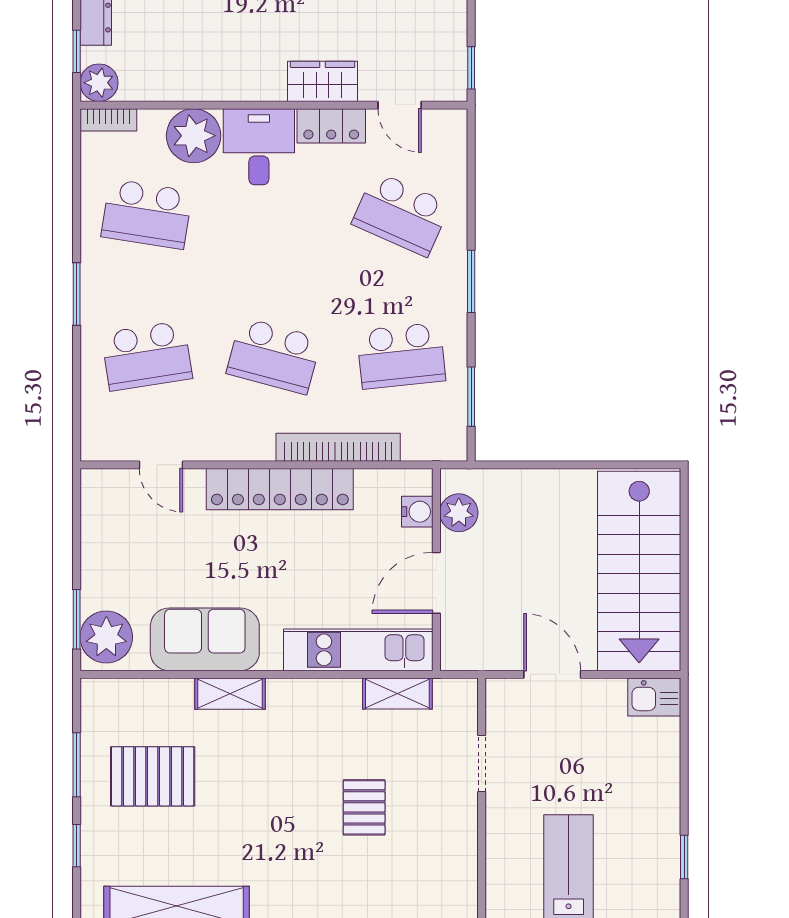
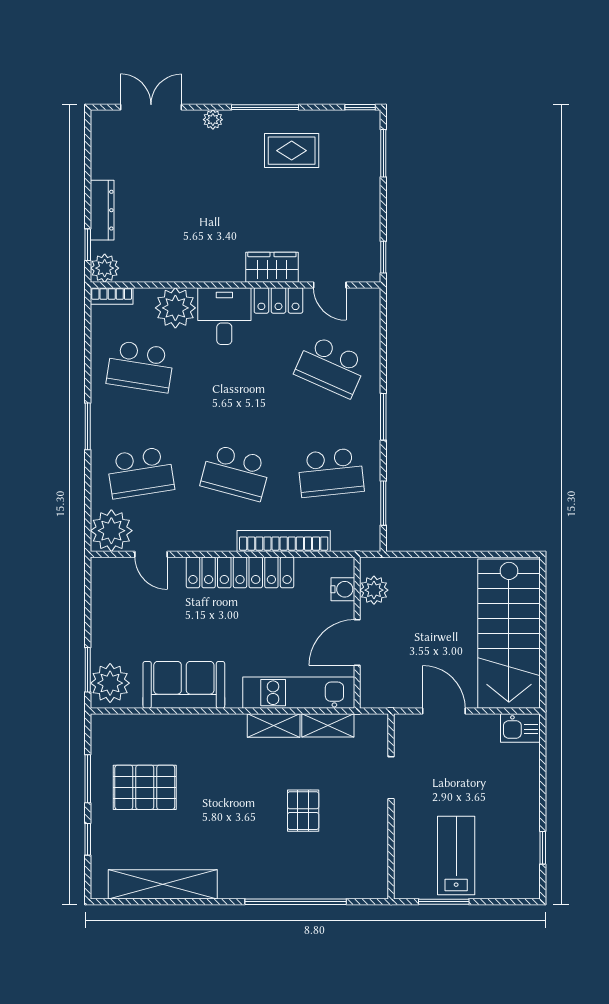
plant: (108, 433) -> (111, 531), added
shelving: (230, 694) -> (274, 725), moved

